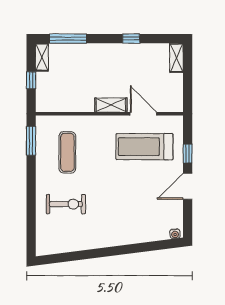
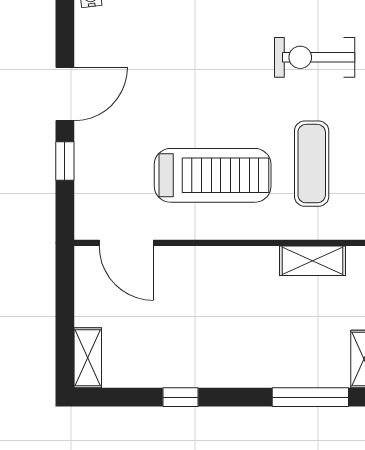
shelving: (111, 105) -> (312, 261), moved
door: (143, 114) -> (126, 243), moved
treadmill: (144, 147) -> (213, 175), moved

